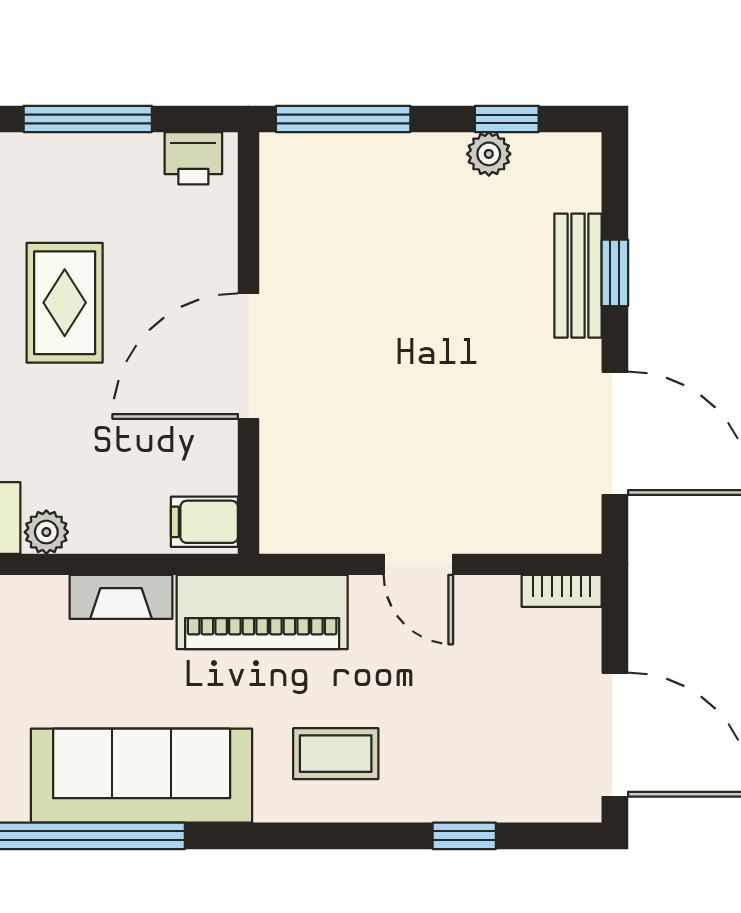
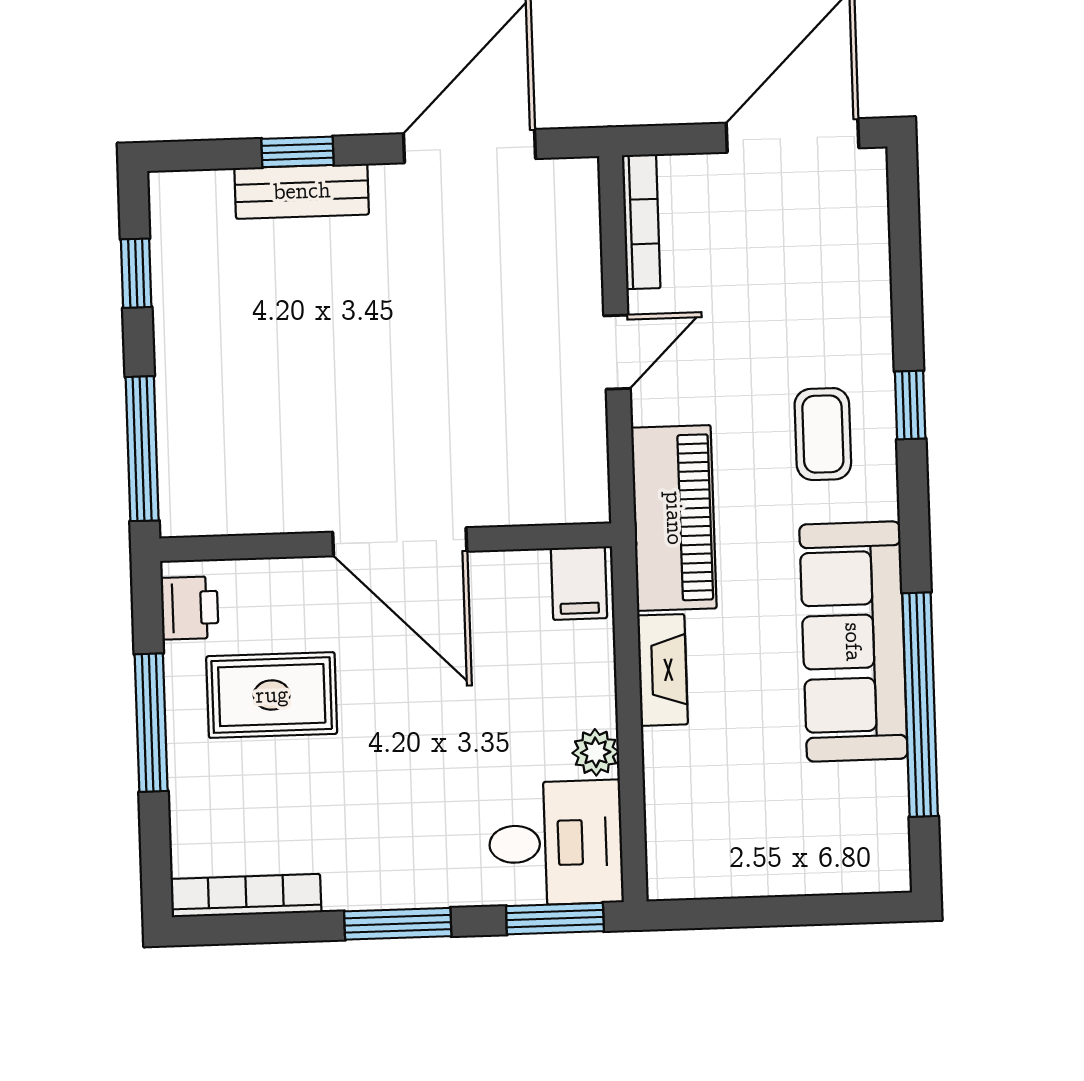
plant: (489, 154) -> (174, 291), removed
rug: (65, 303) -> (272, 695), moved
bookcase: (562, 591) -> (641, 222), width x1.56
window: (464, 836) -> (910, 405), moved

